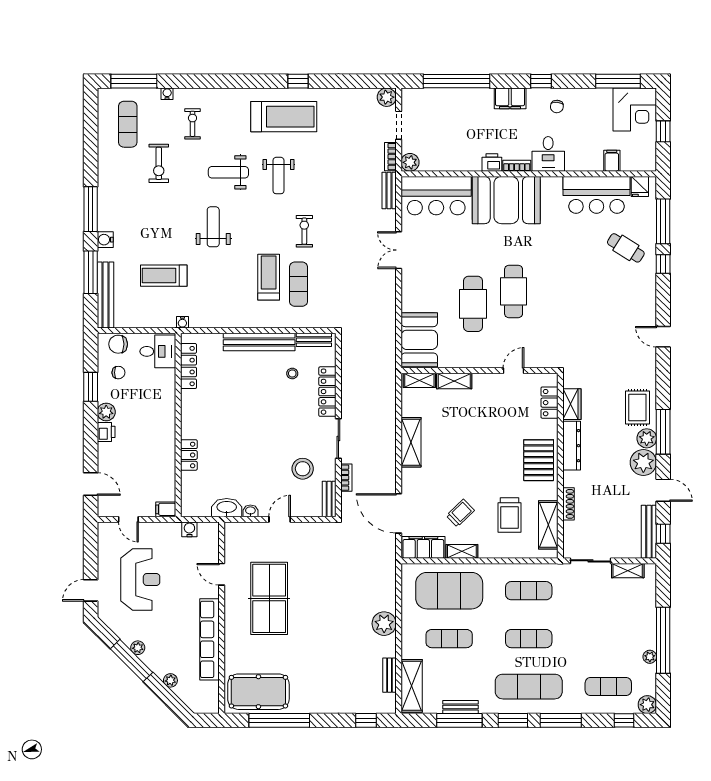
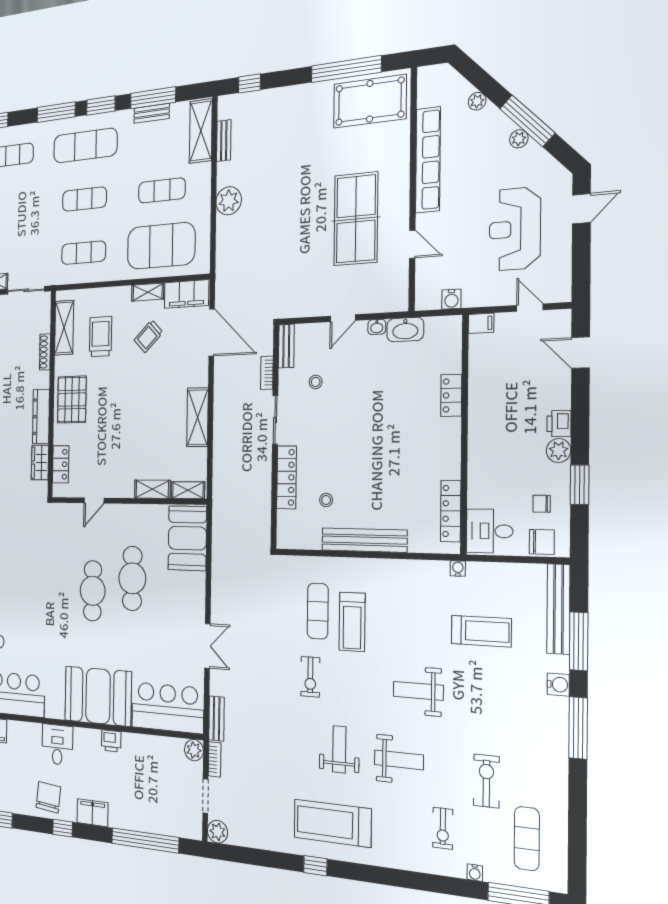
chair: (557, 107) -> (48, 797), width x1.87, depth x1.87
bookcase: (517, 166) -> (87, 734), removed
weight bench: (213, 227) -> (418, 691), turned 90
bench: (314, 340) -> (301, 541), removed
stool: (303, 469) -> (316, 382), width x0.53, depth x0.53

